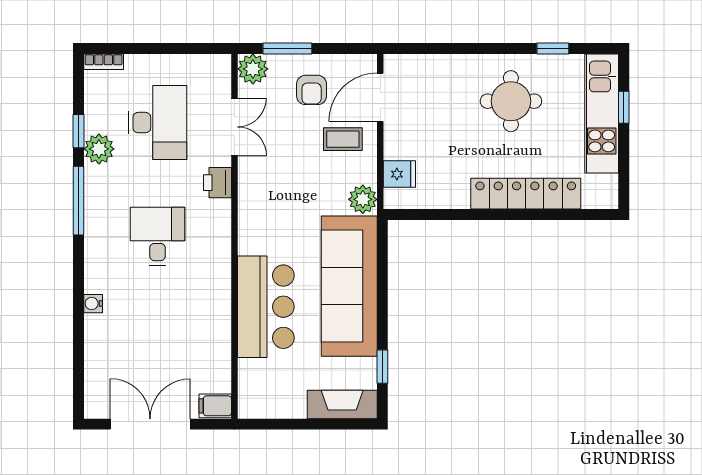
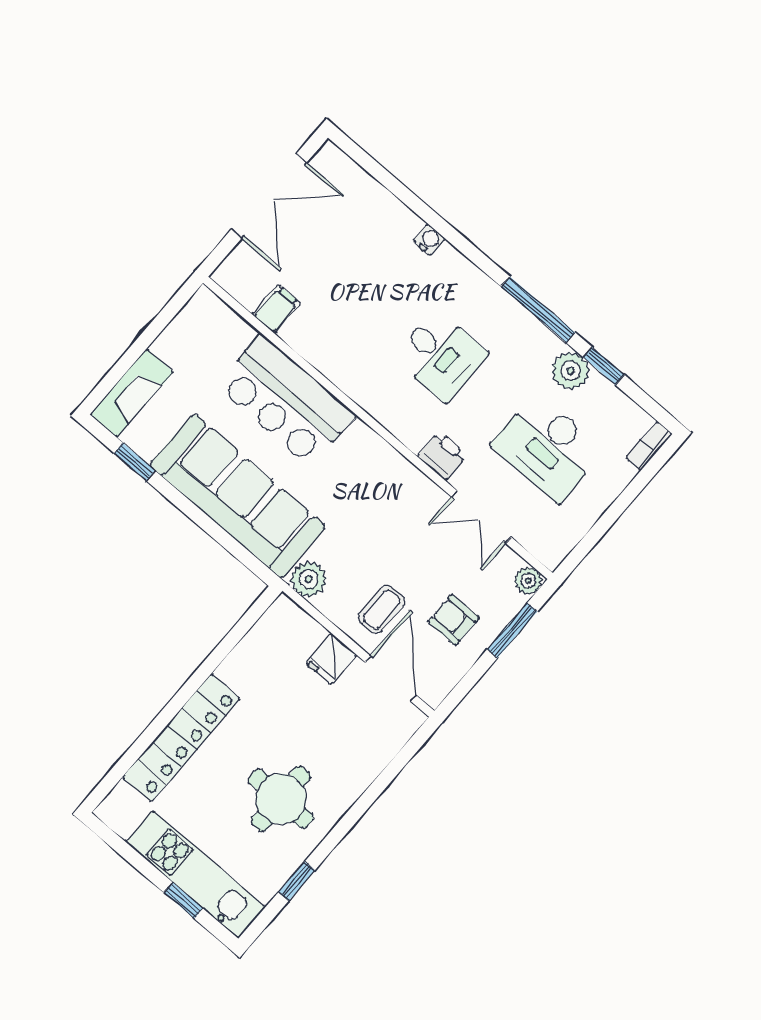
plant: (253, 69) -> (528, 581), width x0.73, depth x0.73
fridge: (399, 174) -> (331, 659), moved
filing cabinet: (215, 406) -> (277, 309), moved

